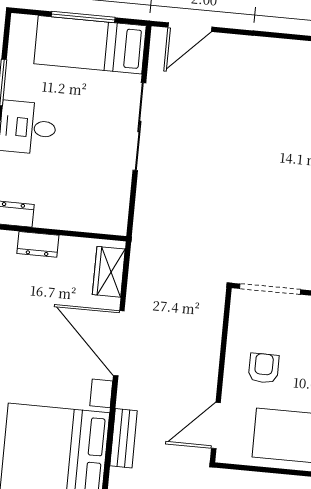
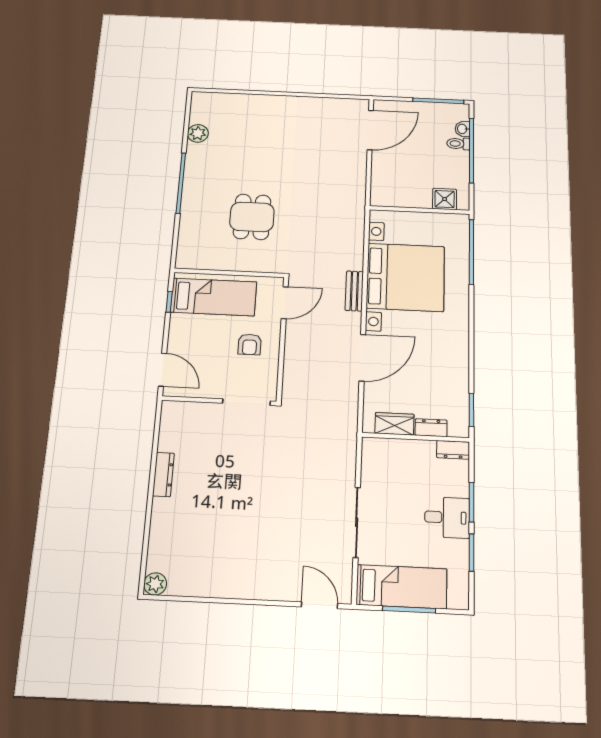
door: (190, 27) -> (320, 605), hinge flipped
wardrobe: (109, 272) -> (394, 424), moved, turned -90
door: (119, 343) -> (362, 358), hinge flipped

